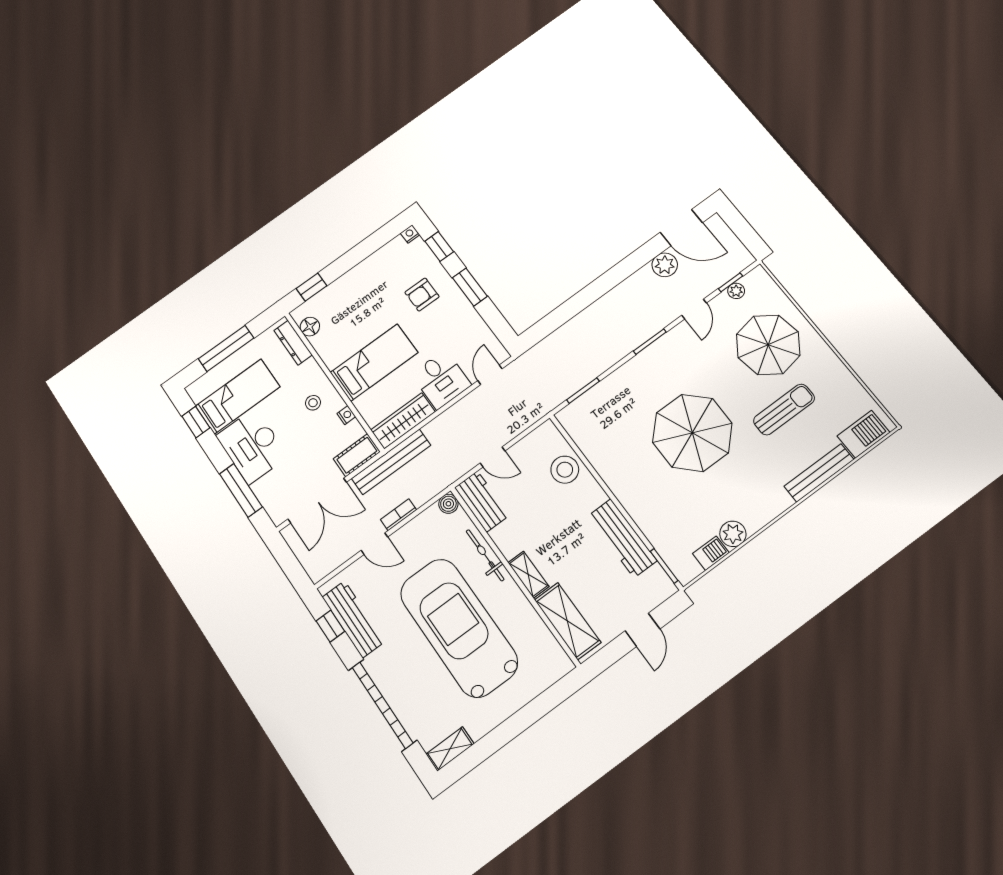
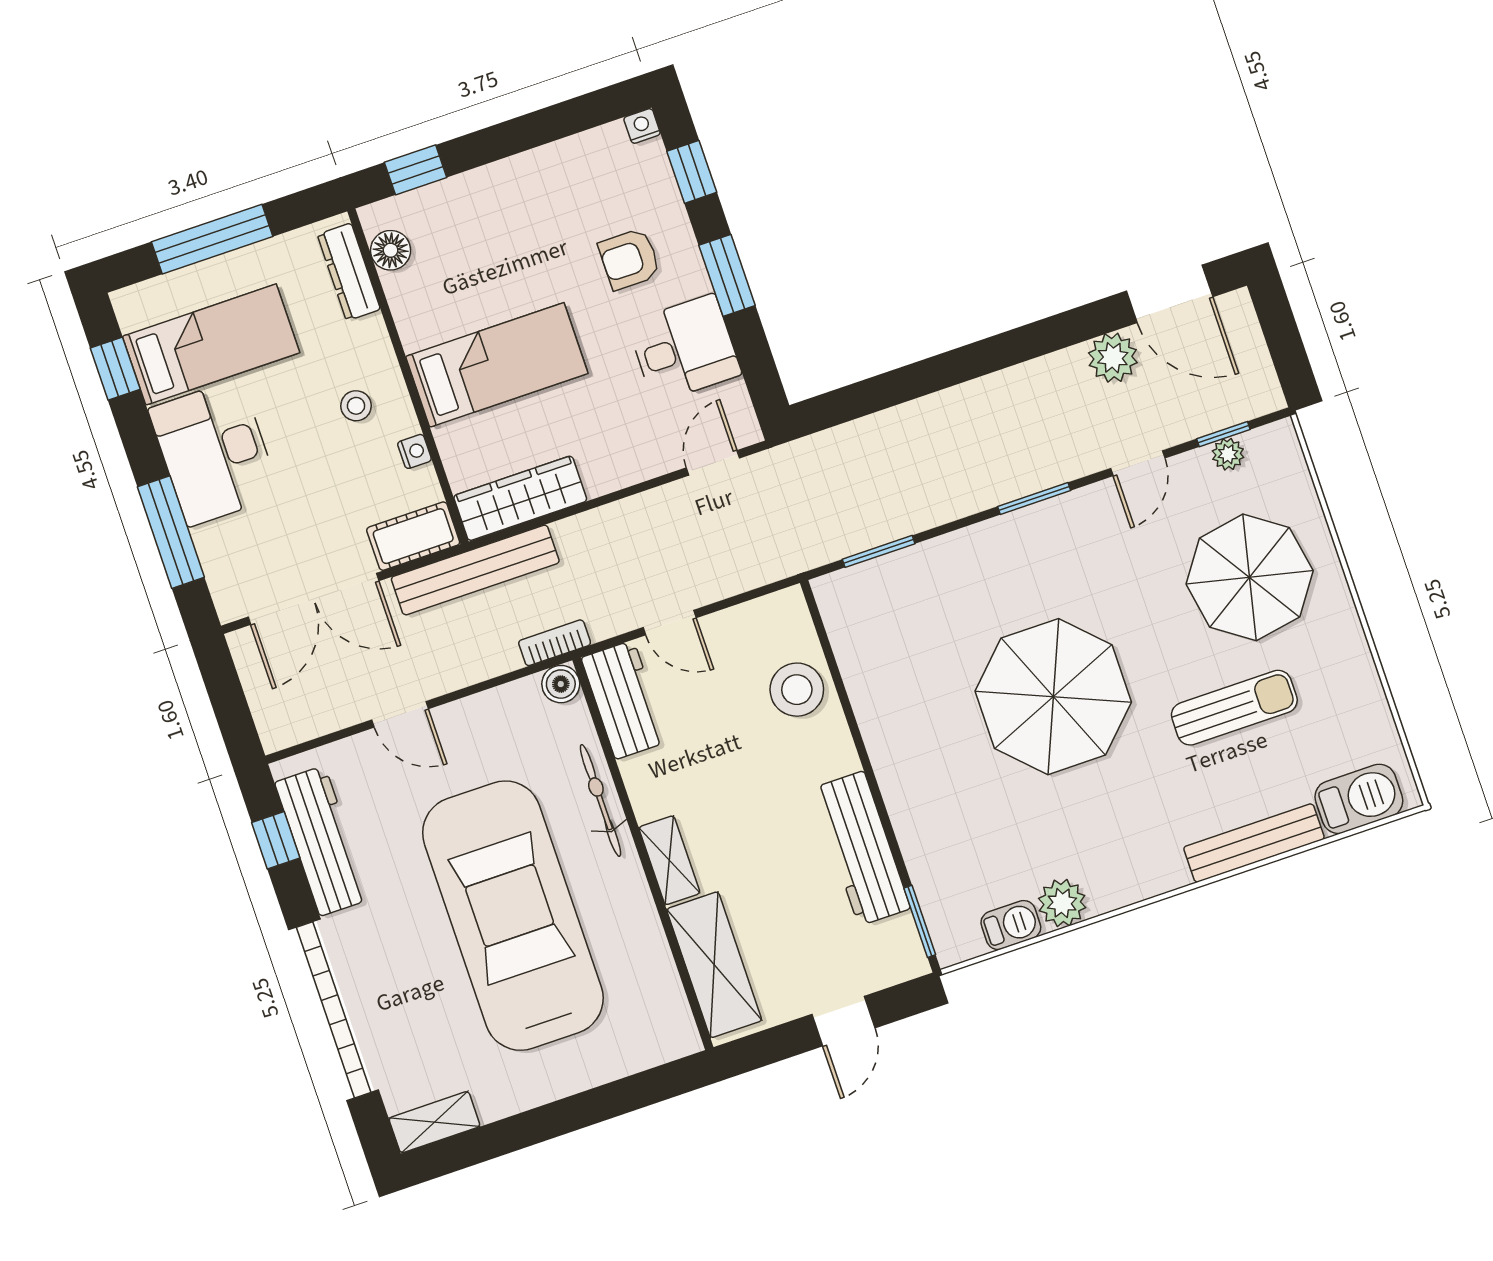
desk: (441, 380) -> (684, 348), moved, turned -90
bookcase: (398, 515) -> (555, 643), moved

